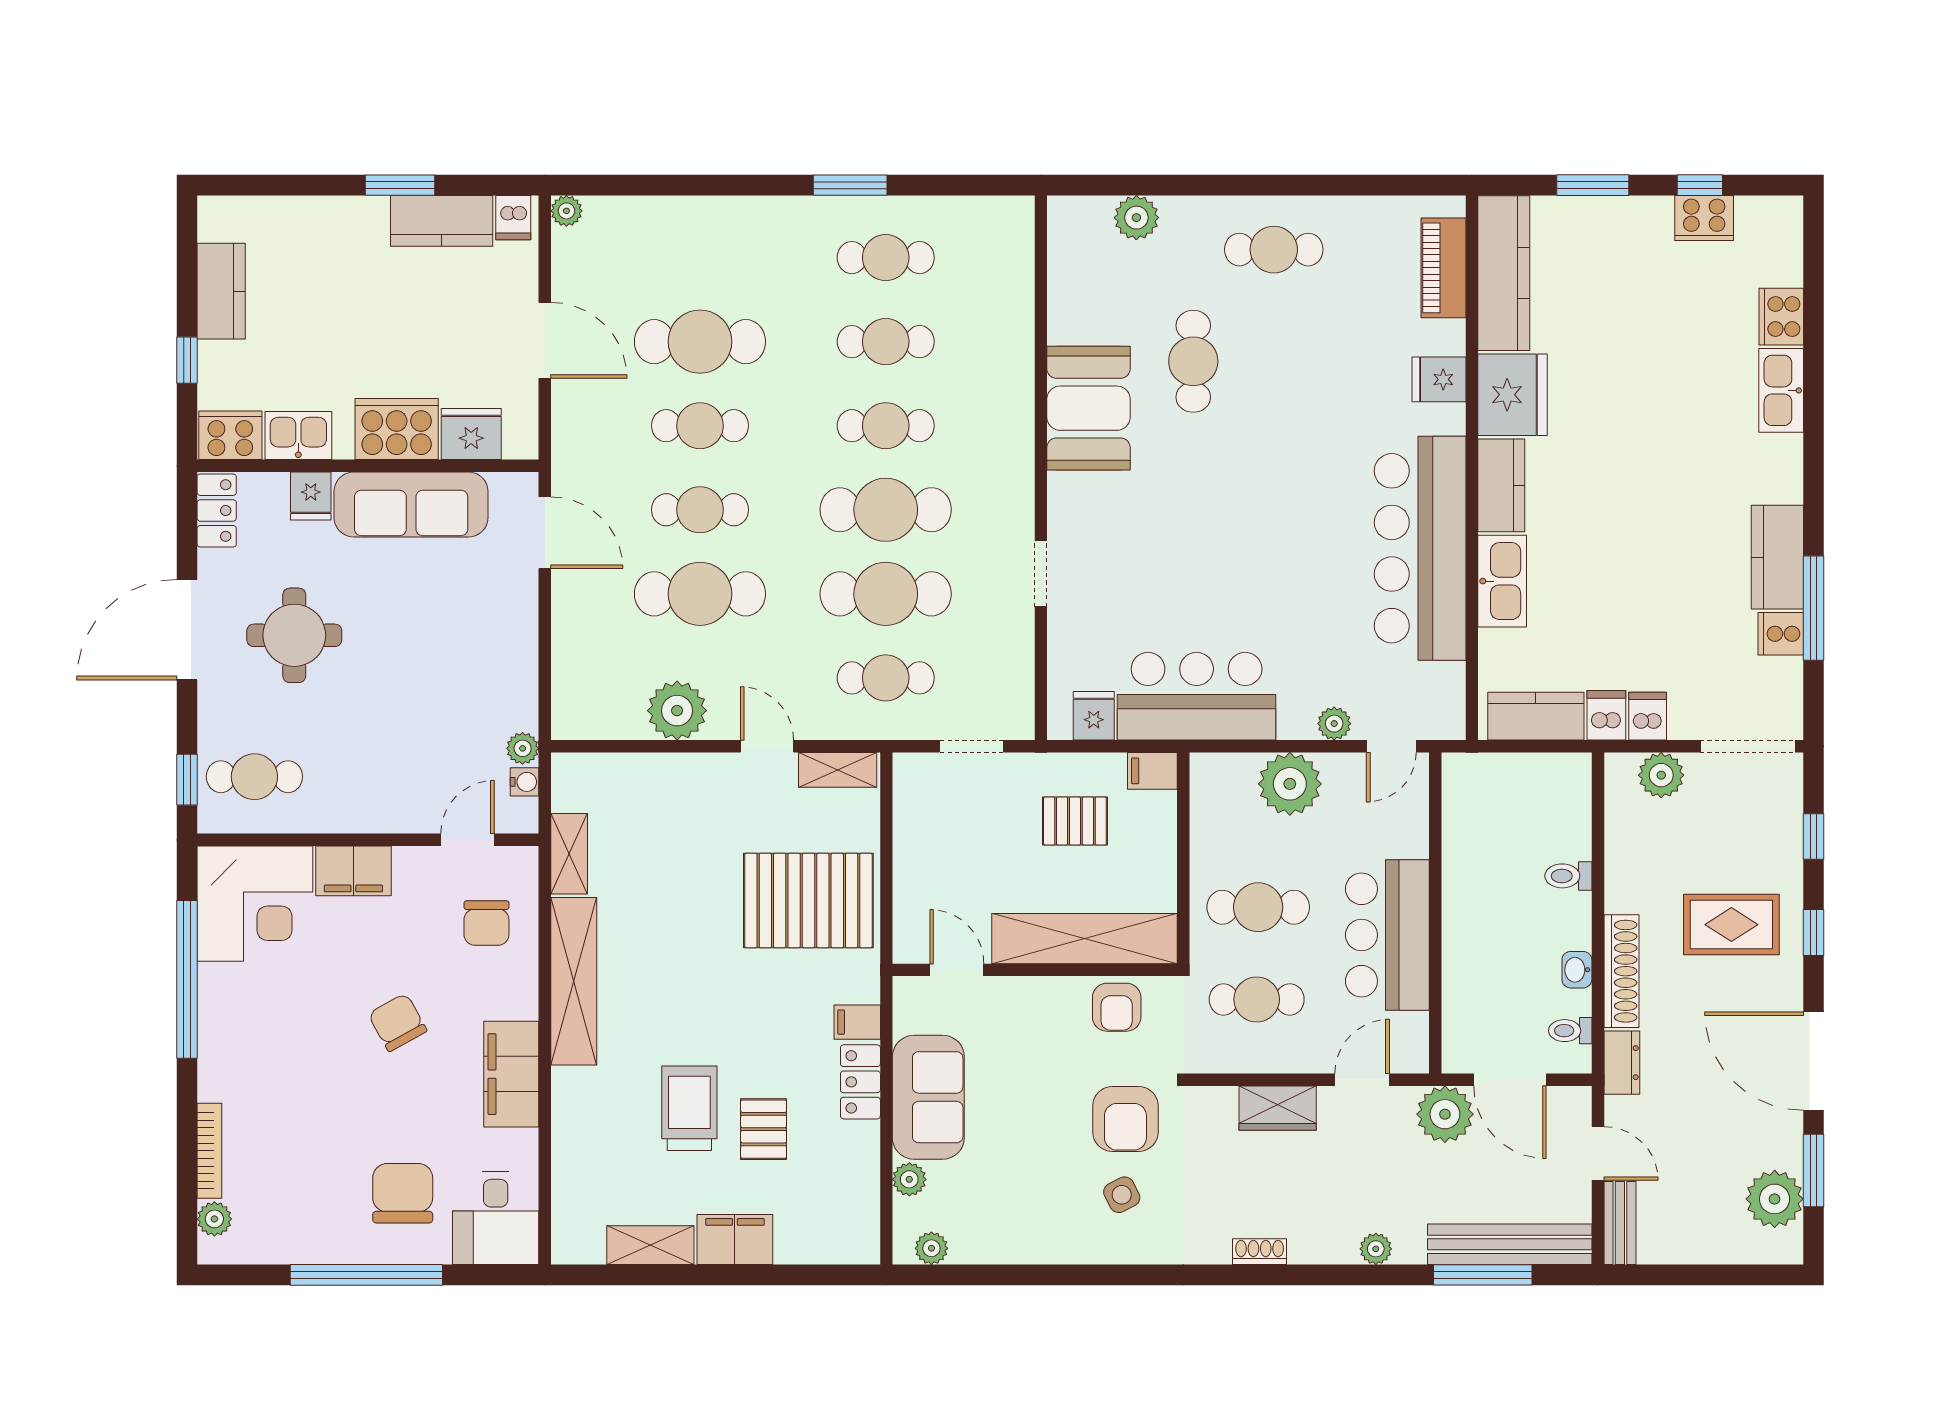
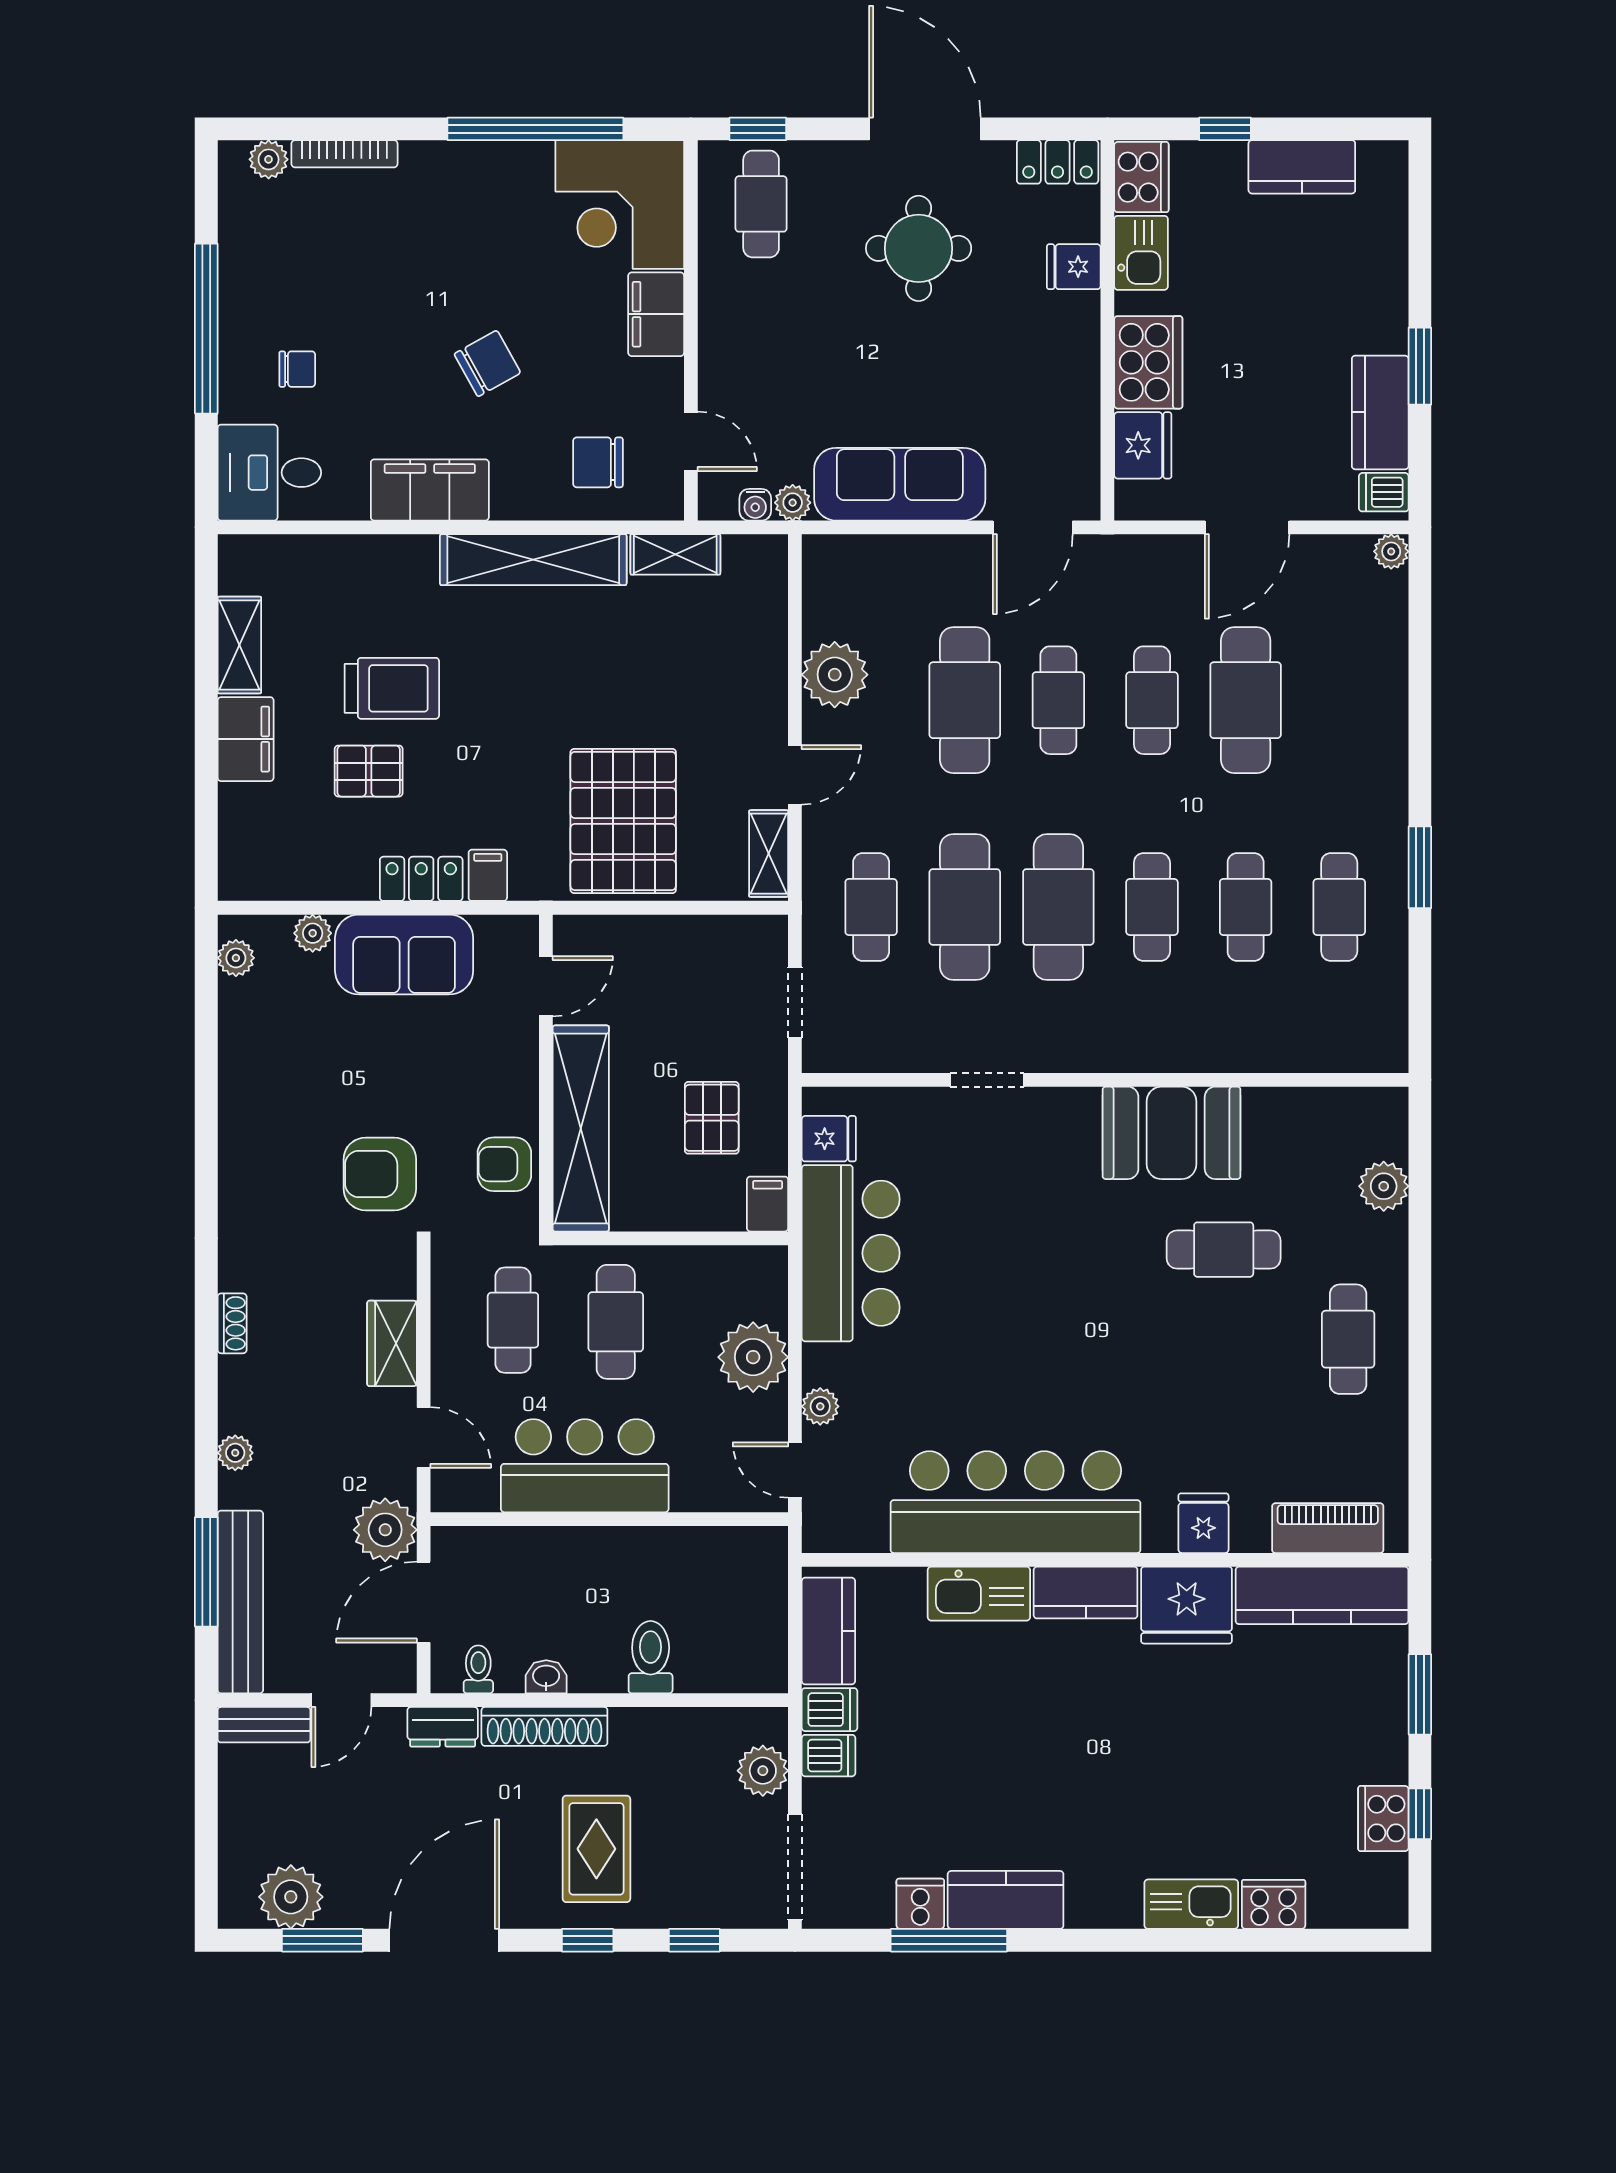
sofa: (411, 504) -> (900, 484), moved, turned 90
toilet: (1568, 876) -> (651, 1657), width x1.37, depth x1.39
chair: (403, 1193) -> (297, 369), width x0.54, depth x0.54
side table: (1122, 1195) -> (295, 1170), removed

